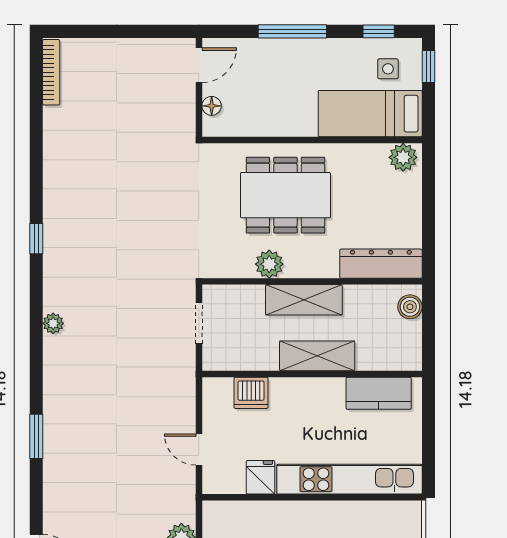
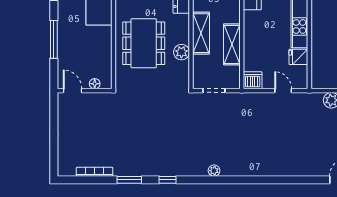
bookcase: (51, 72) -> (95, 172), moved
shelving: (317, 356) -> (232, 44), moved
dishwasher: (251, 393) -> (253, 80), moved, turned -90
window: (36, 436) -> (129, 180), moved
door: (199, 450) -> (283, 91), swing flipped

